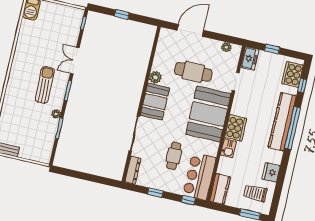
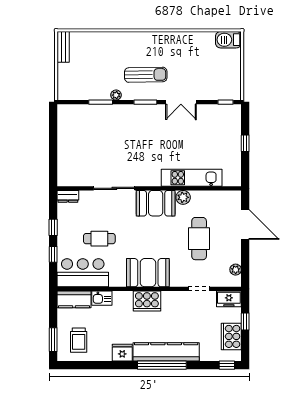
double door: (75, 61) -> (181, 102), swing flipped
kitchen unit: (141, 66) -> (192, 178), added
cooker: (293, 74) -> (231, 336), moved, turned -90
window: (302, 86) -> (227, 365), moved
booth: (208, 114) -> (148, 273), width x0.73, depth x0.70
kitchen sink: (228, 148) -> (102, 298), moved
dresser: (133, 170) -> (68, 196), width x0.70
fridge: (271, 172) -> (122, 353), moved
trolley: (255, 193) -> (79, 340), turned 180
window: (188, 200) -> (53, 254), moved

